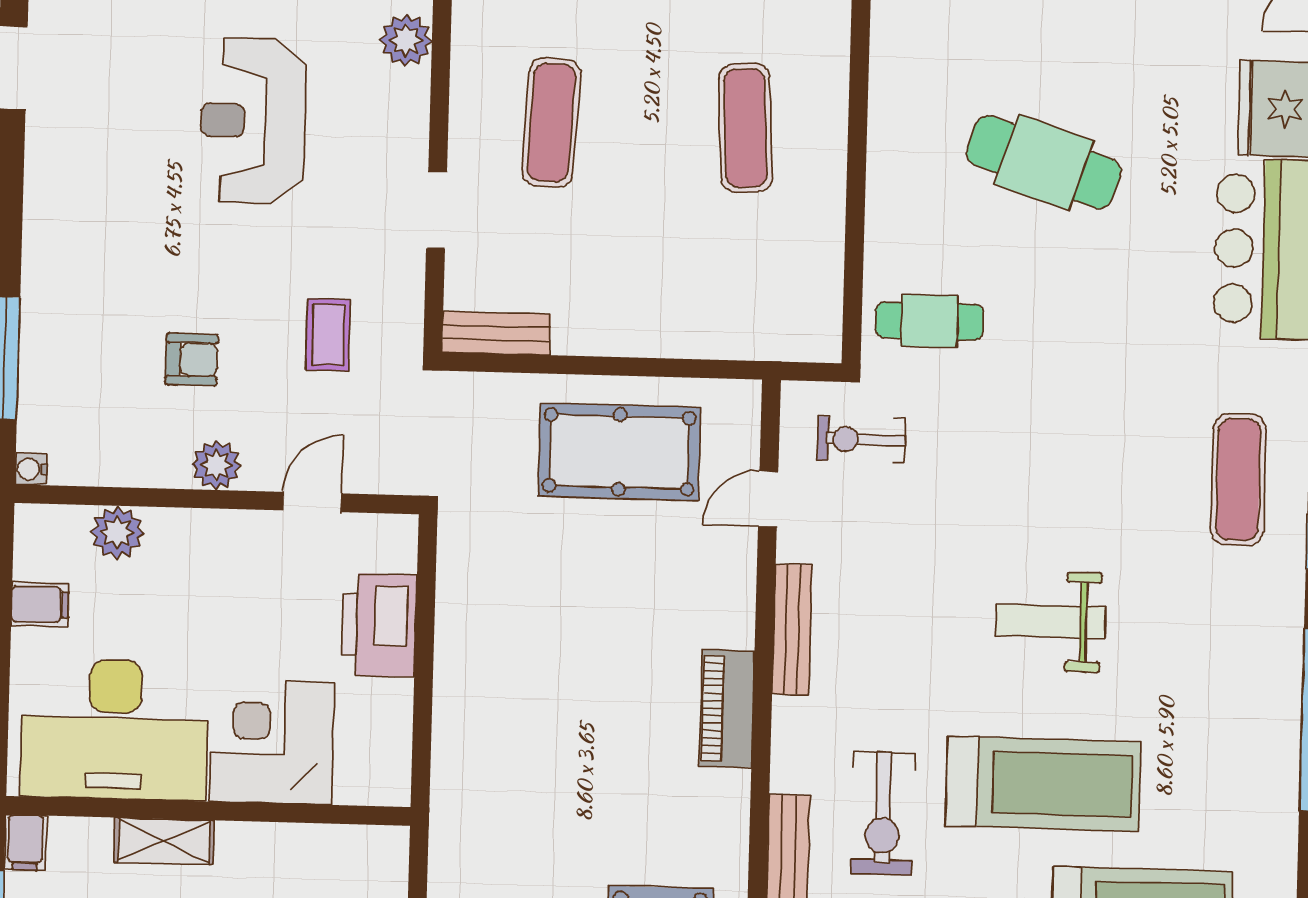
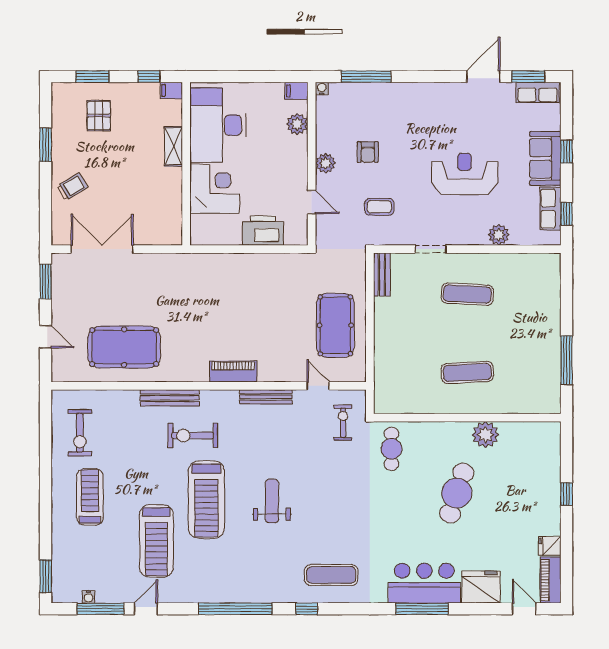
plant: (901, 87) -> (485, 435), added
filing cabinet: (40, 604) -> (296, 91), moved, turned 90

